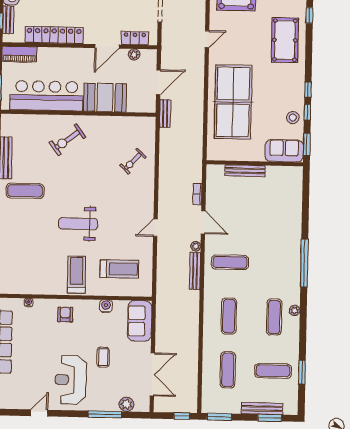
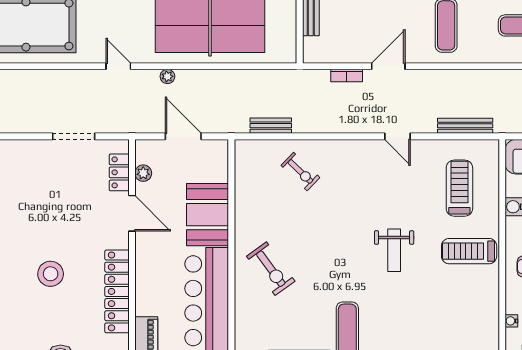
bench: (165, 114) -> (271, 126), moved
weight bench: (78, 224) -> (394, 250), width x0.73, depth x0.75
plant: (196, 246) -> (167, 76), moved
bench: (195, 271) -> (465, 126), moved

